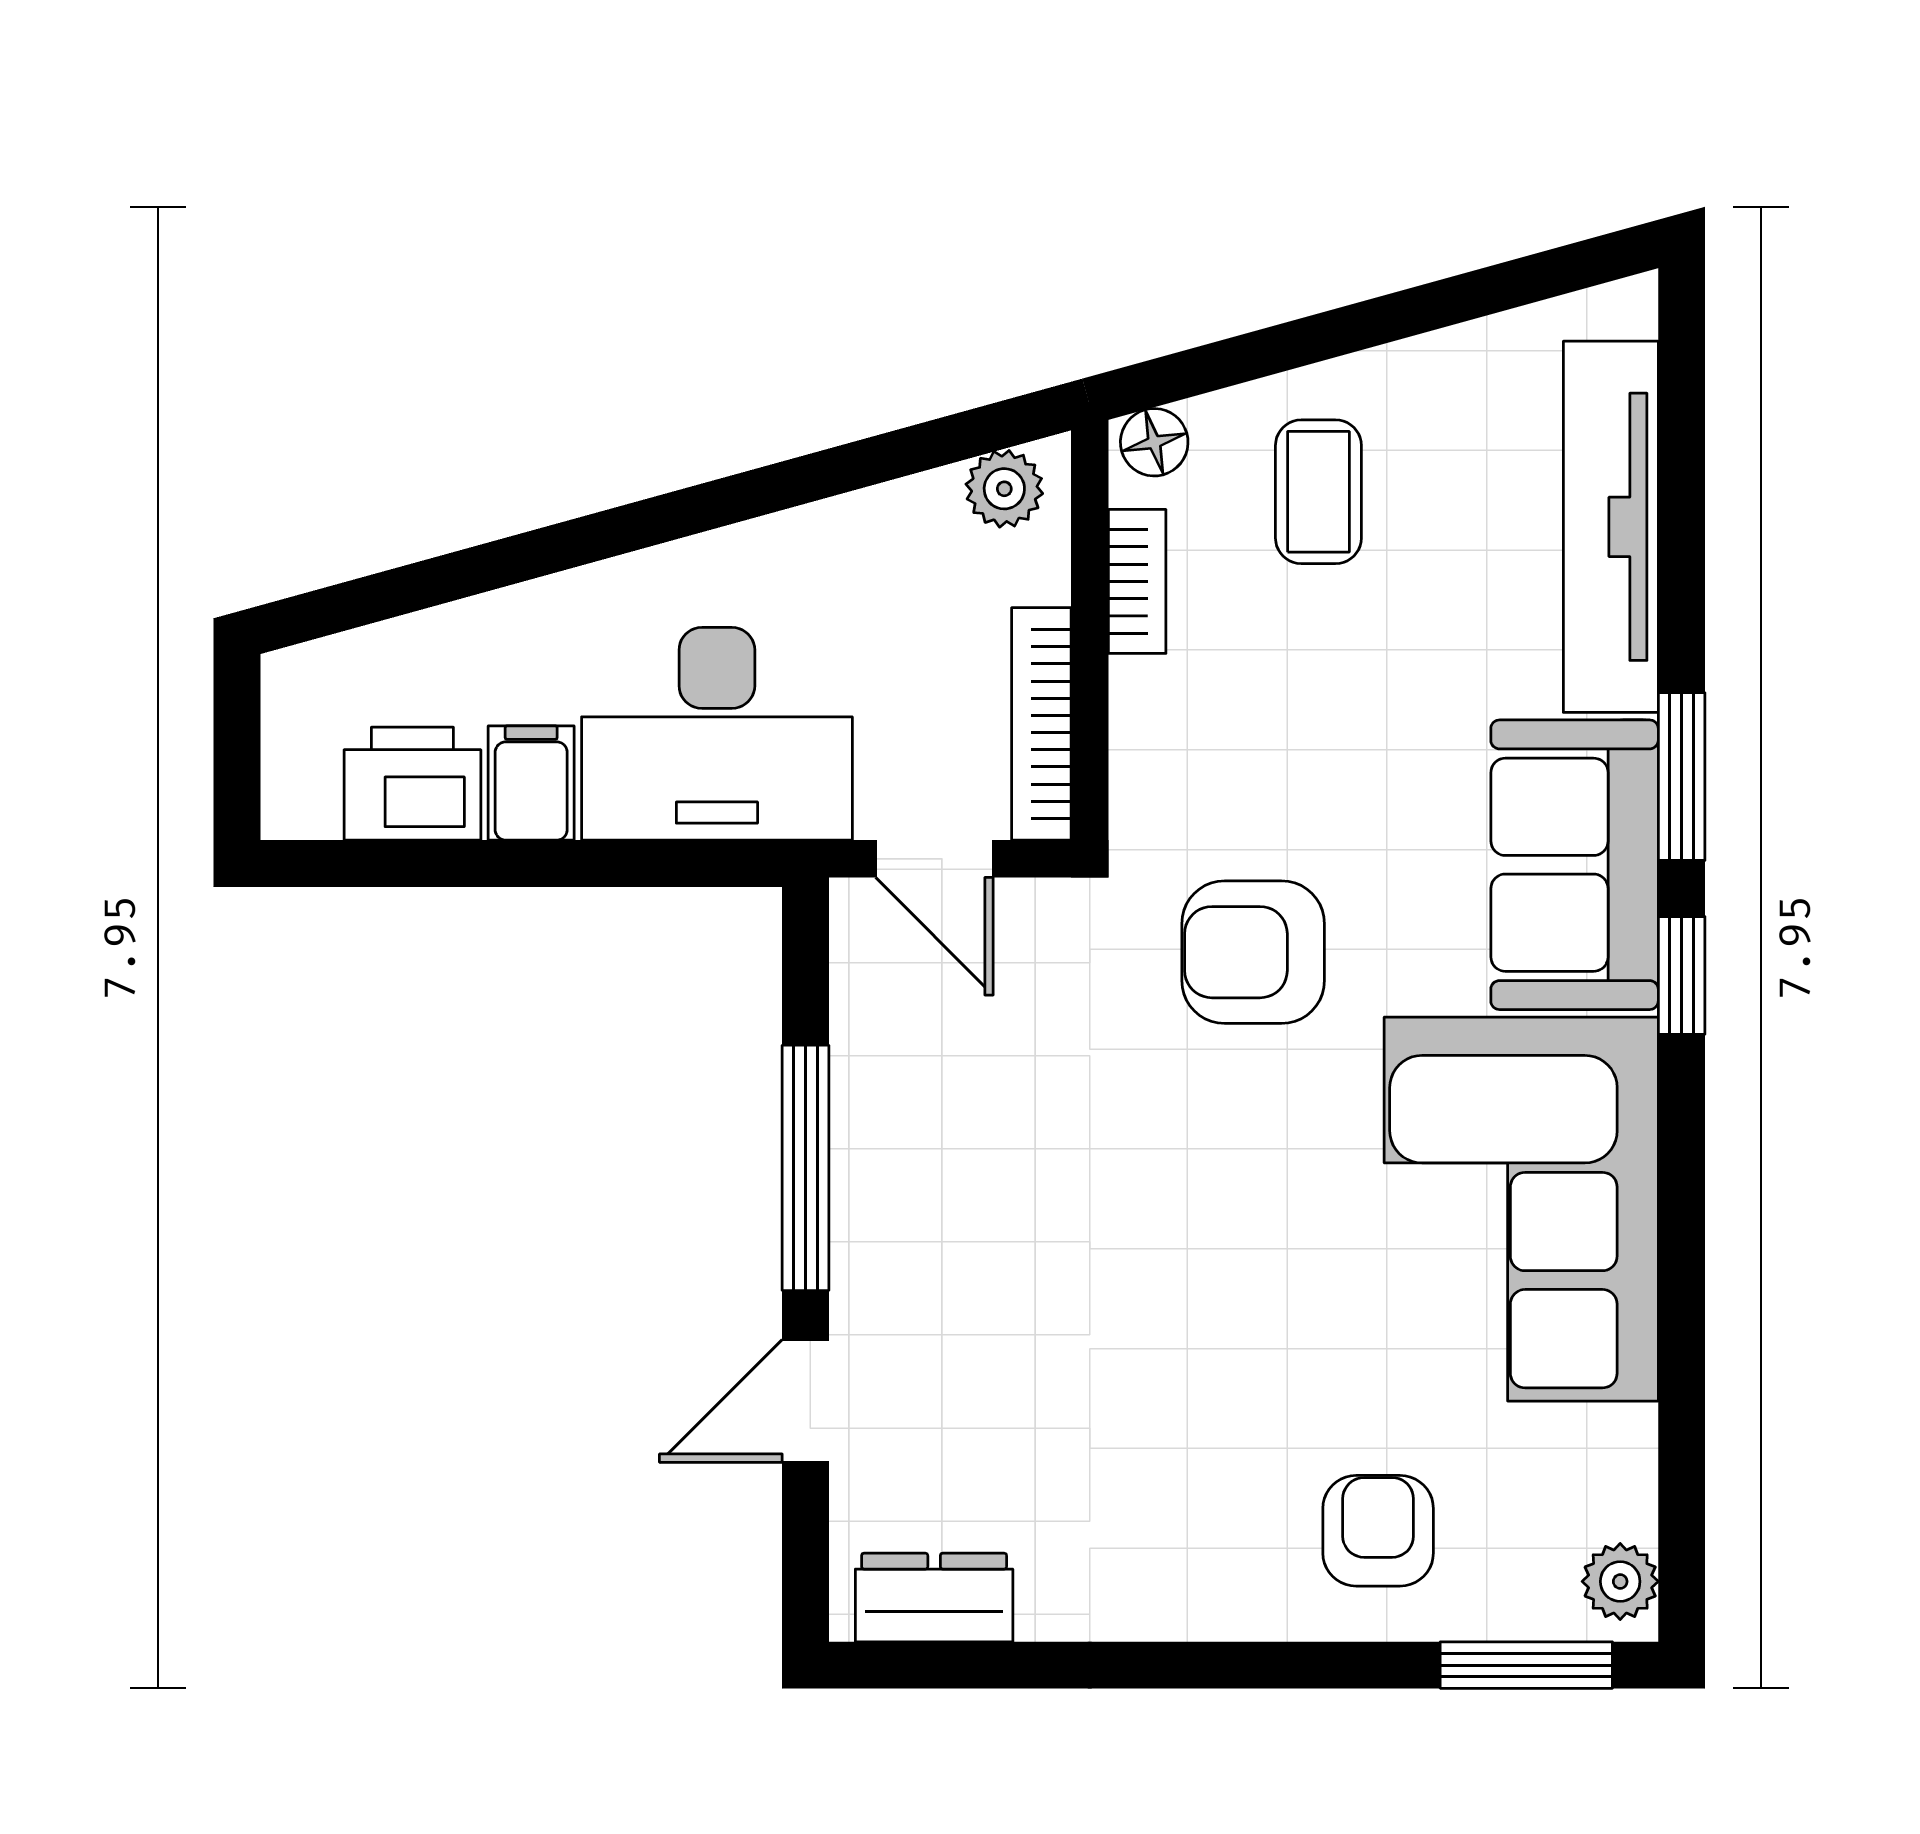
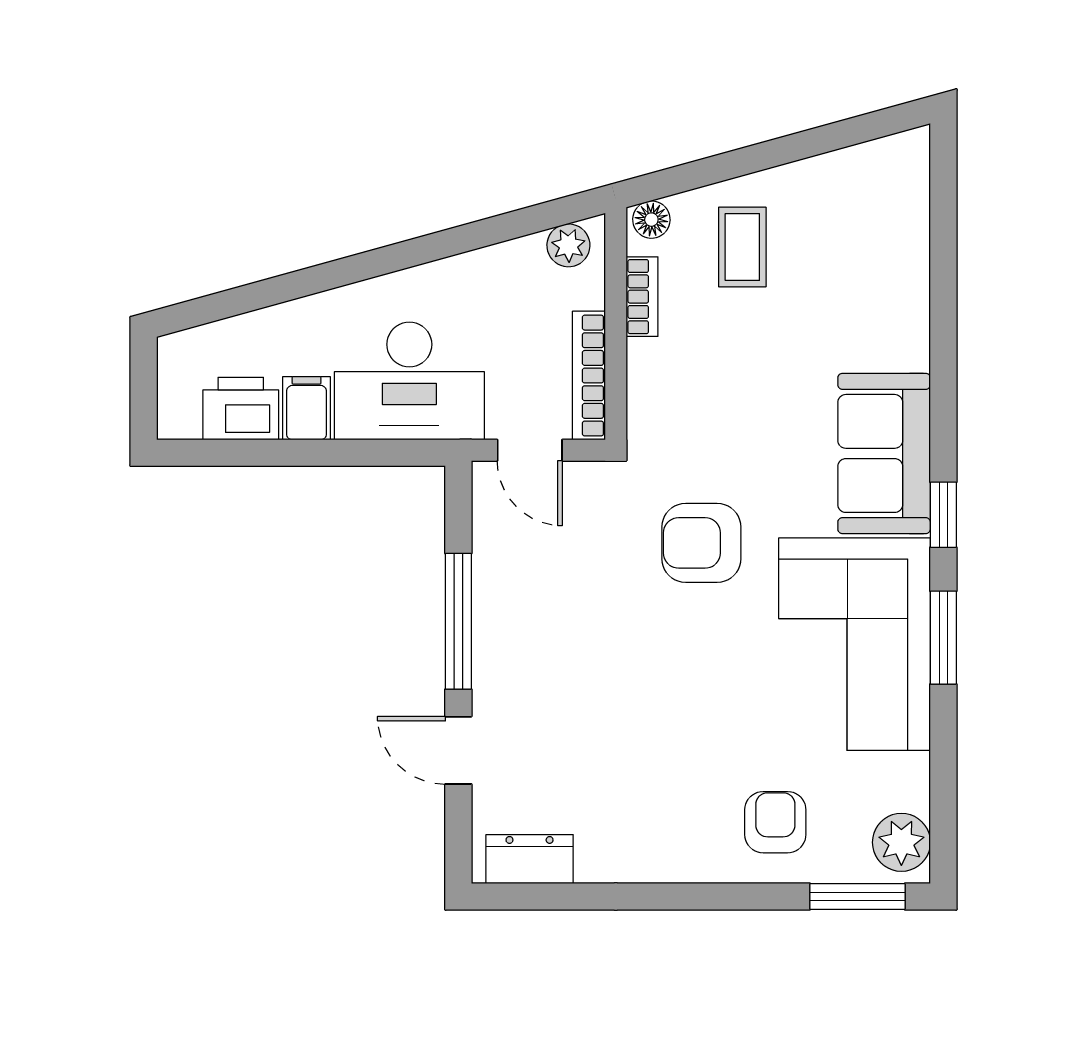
tv unit: (1611, 527) -> (904, 266), removed
window: (1682, 777) -> (943, 638), moved
armchair: (1253, 952) -> (701, 543), moved
door: (805, 1401) -> (458, 750), hinge flipped
plant: (1620, 1581) -> (901, 842), width x1.38, depth x1.38

